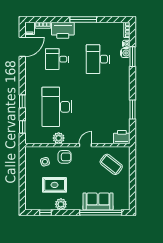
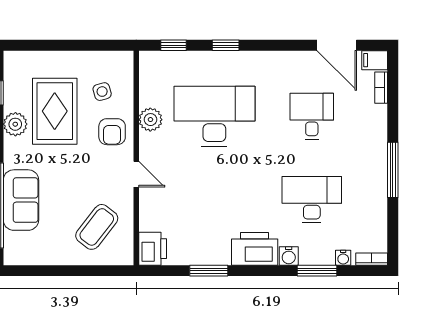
printer: (63, 30) -> (255, 249), moved, turned 90
water cooler: (125, 53) -> (289, 256), moved
rug: (55, 185) -> (55, 111), width x1.36, depth x1.43

